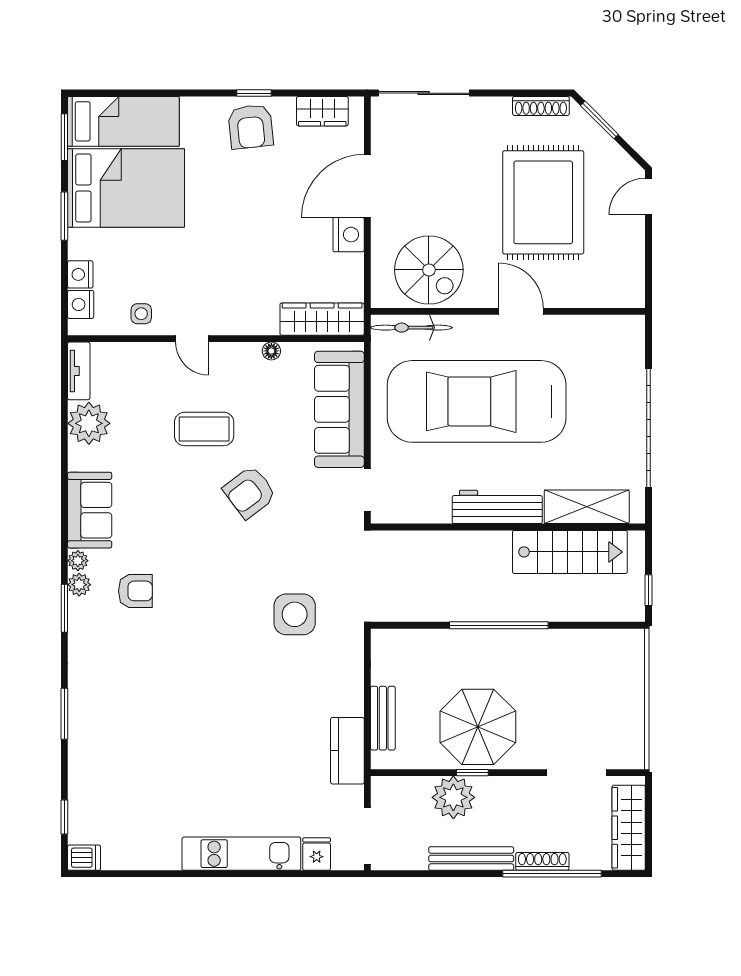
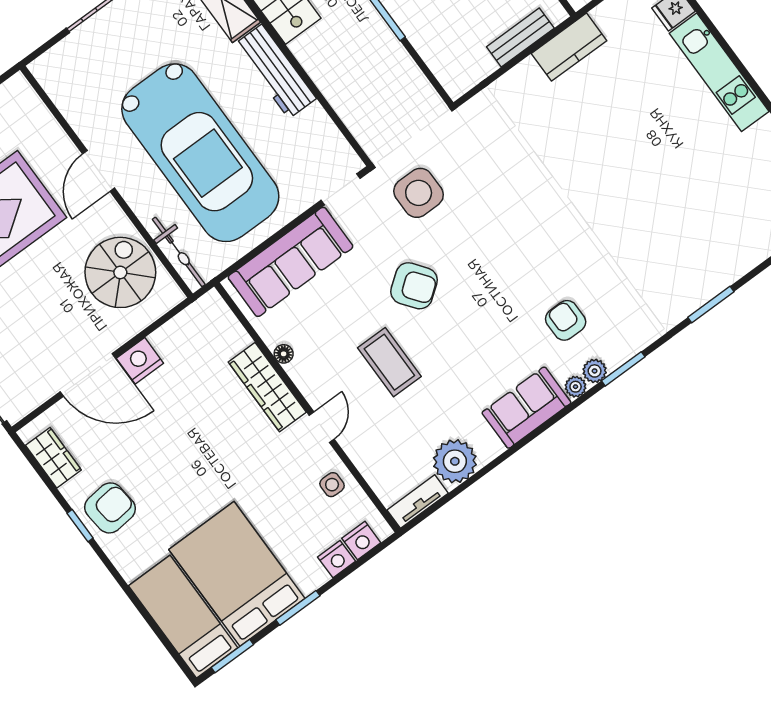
wardrobe: (322, 319) -> (267, 387), moved
side table: (295, 614) -> (419, 193), moved

